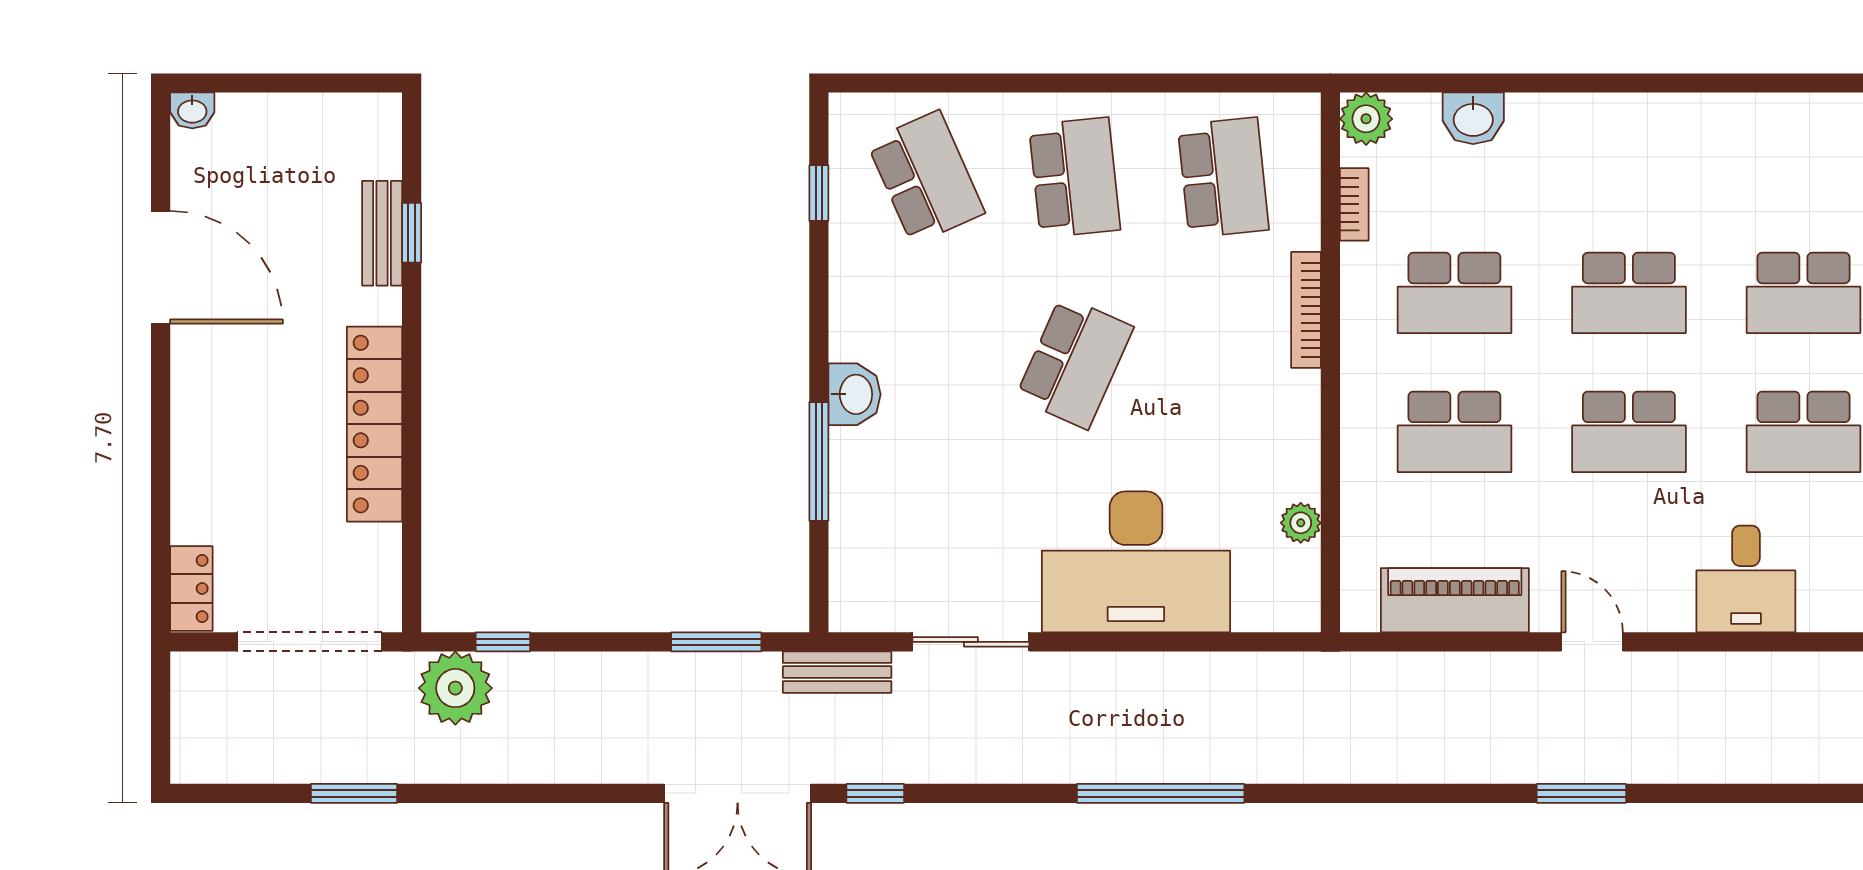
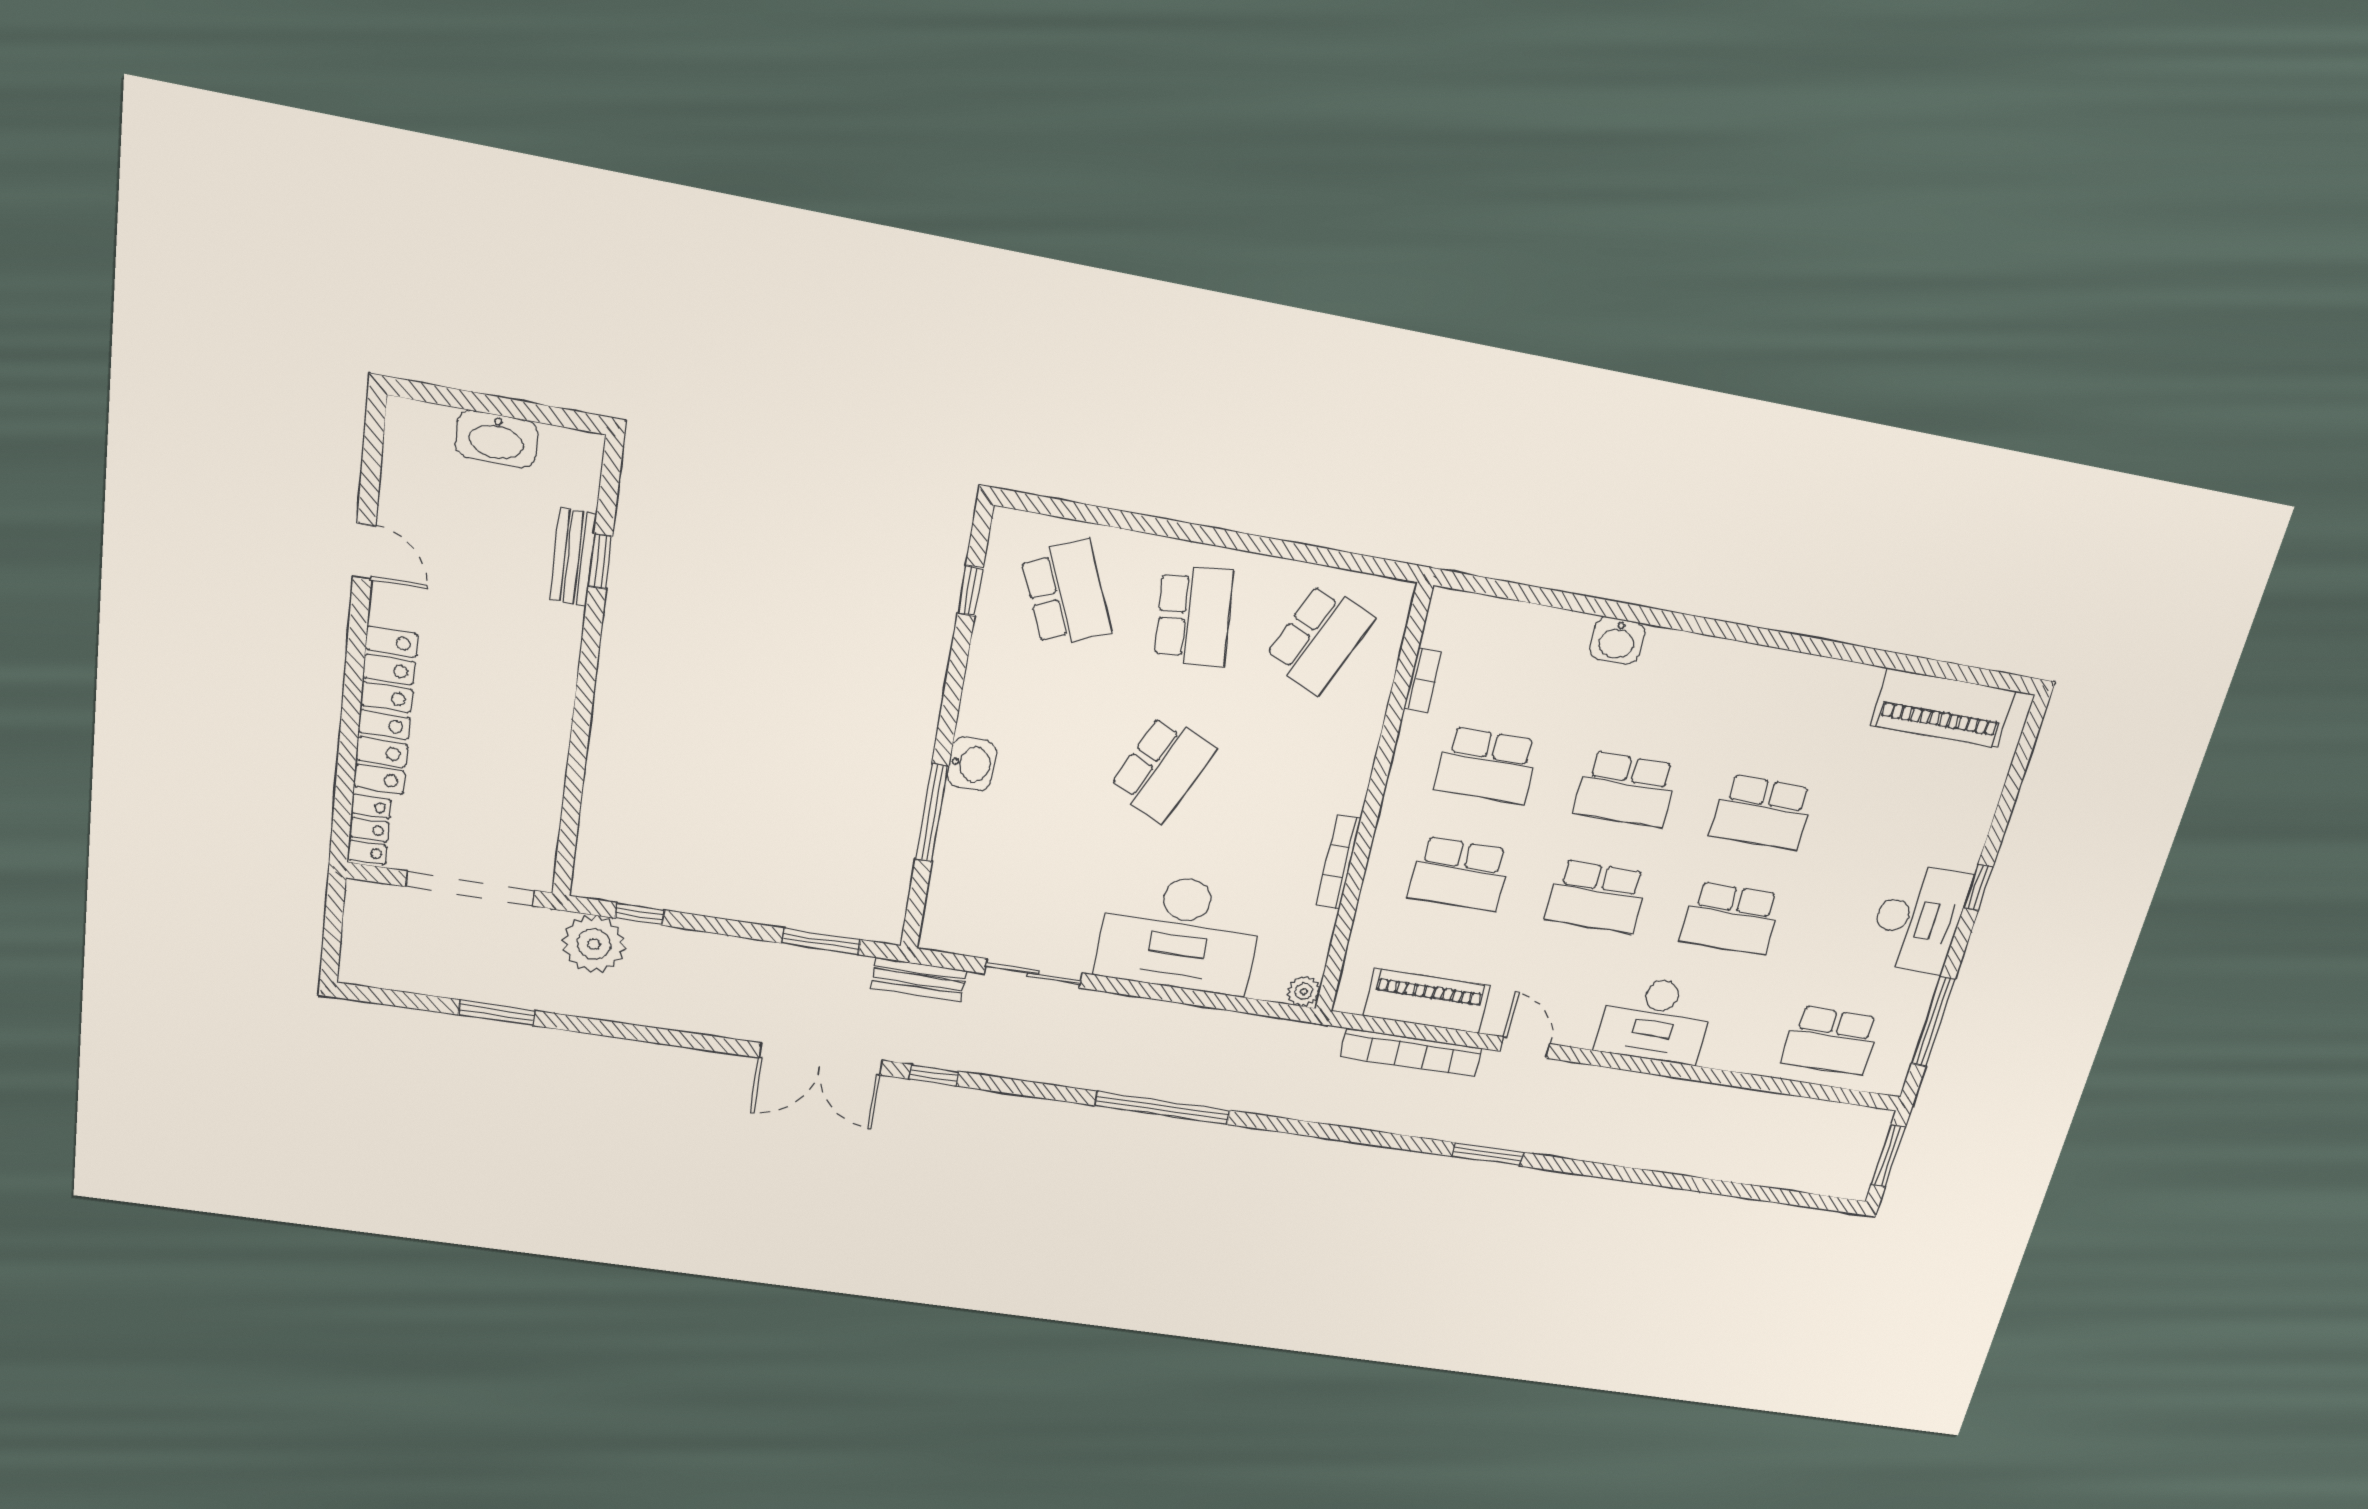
washbasin: (192, 110) -> (497, 439), moved, width x1.91, depth x1.45
washbasin: (1473, 118) -> (1617, 641), moved
plant: (1366, 119) -> (1450, 611), removed
school desk: (1223, 178) -> (1319, 639), turned 30
door: (161, 267) -> (364, 552), width x0.53
bookcase: (1306, 310) -> (1339, 862), moved
locker: (374, 424) -> (385, 711), moved, turned 180
plant: (1301, 523) -> (1304, 991), moved
desk: (1746, 579) -> (1655, 1020), width x1.37
bookcase: (1451, 671) -> (1411, 1052), added

